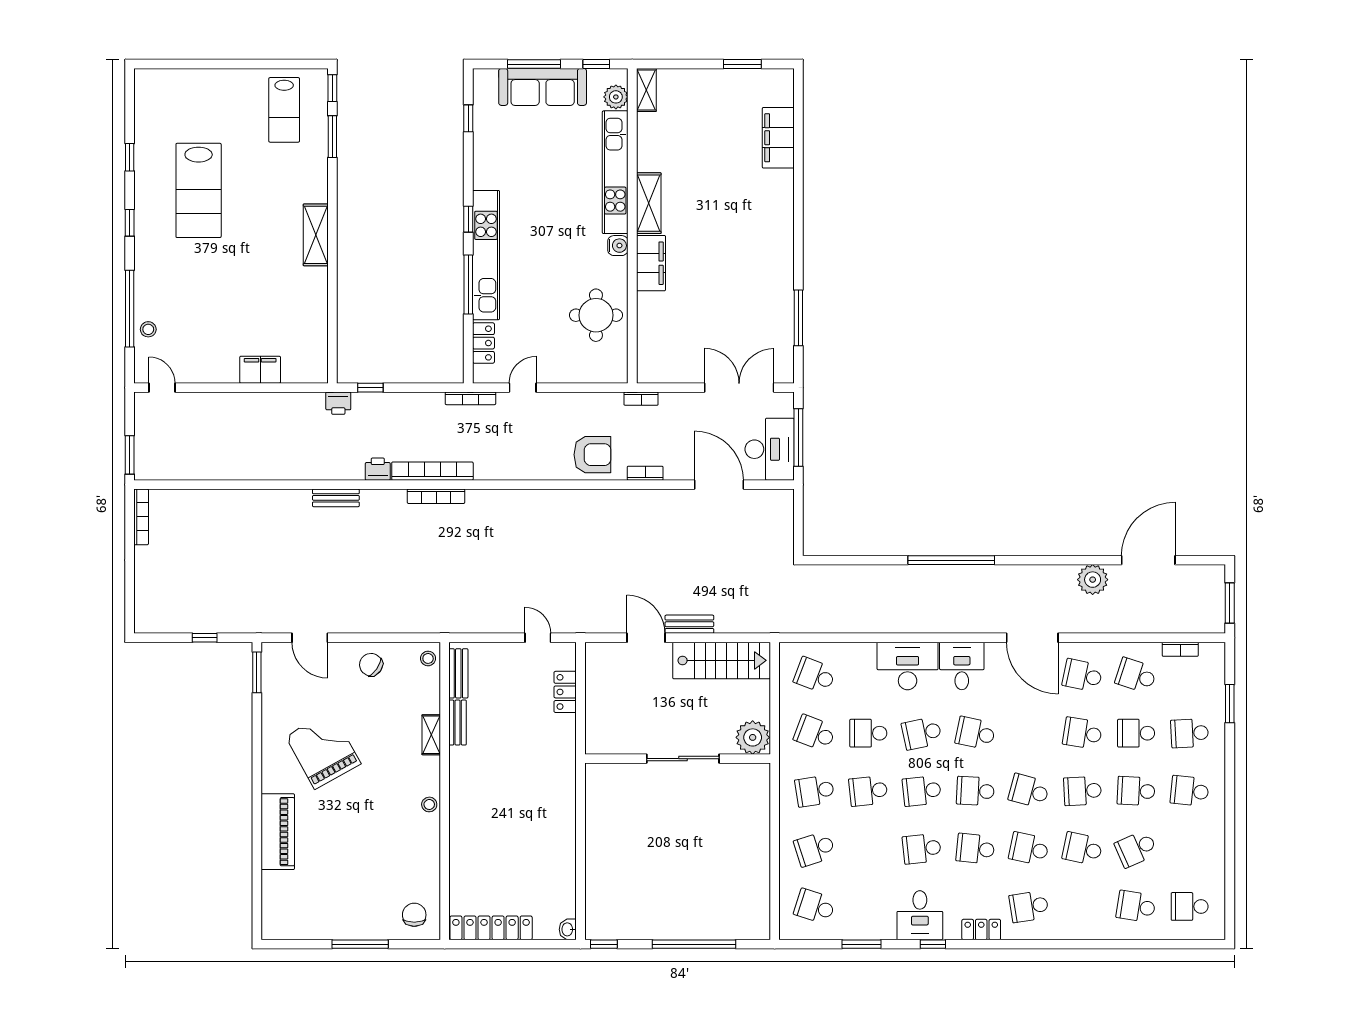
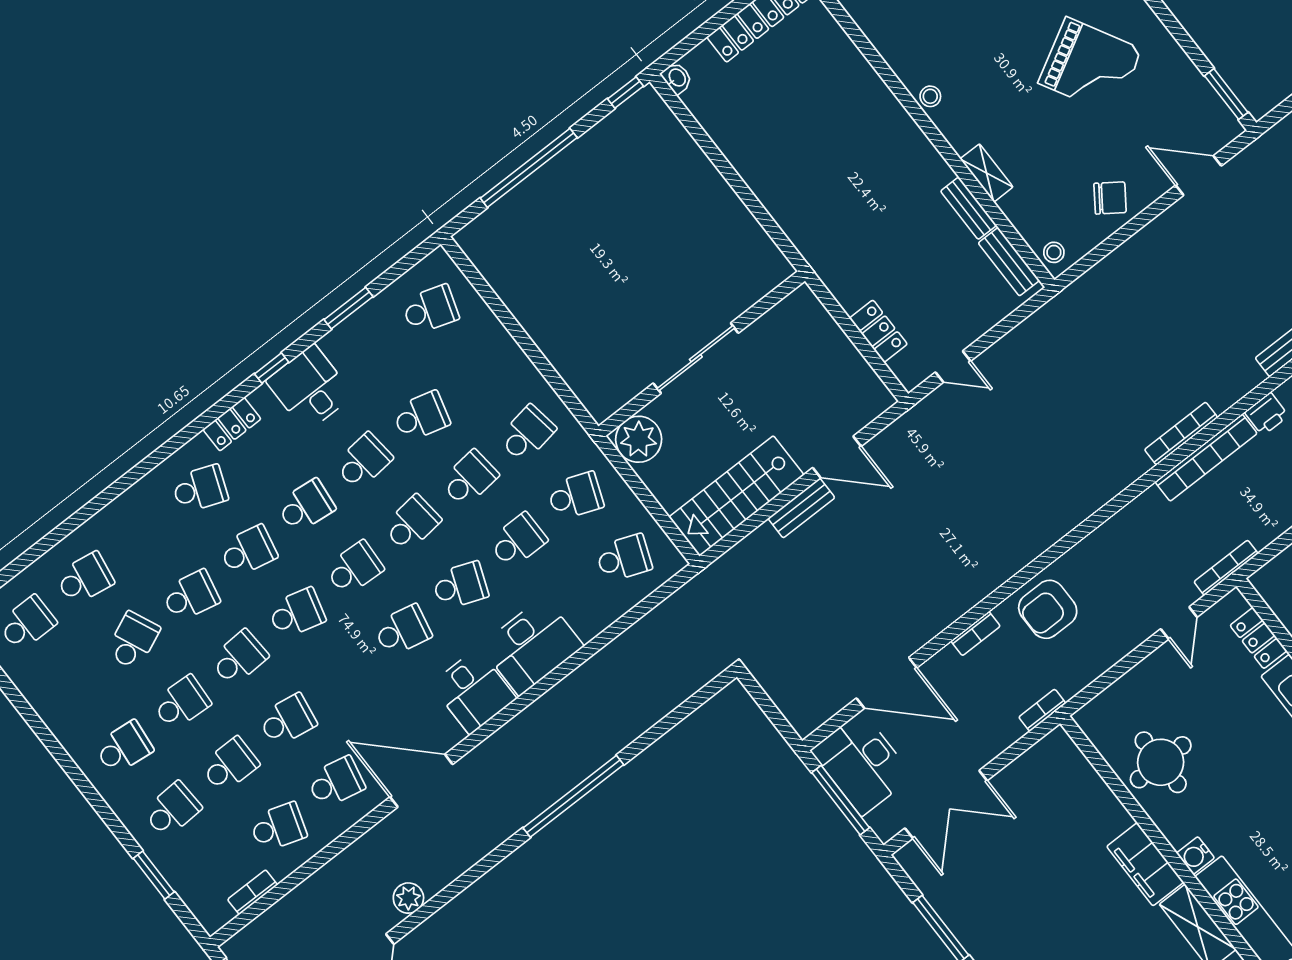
plant: (1093, 580) -> (408, 898), width x0.73, depth x0.73
school desk: (922, 733) -> (460, 586), turned 33
school desk: (815, 849) -> (421, 416), moved, turned 33
school desk: (1029, 906) -> (200, 489), turned 30

